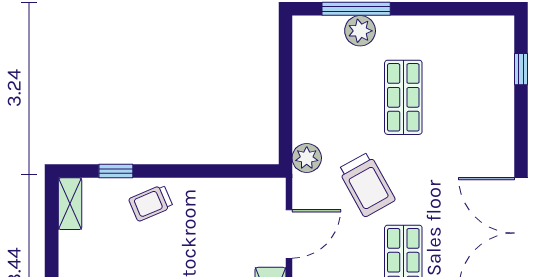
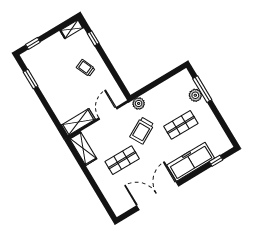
freezer: (491, 123) -> (191, 162), added
trolley: (151, 203) -> (86, 68), moved
door: (289, 234) -> (108, 113), swing flipped

